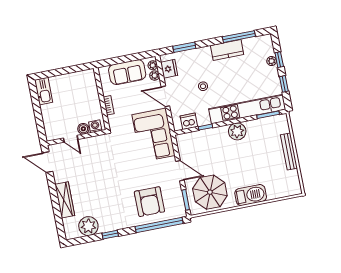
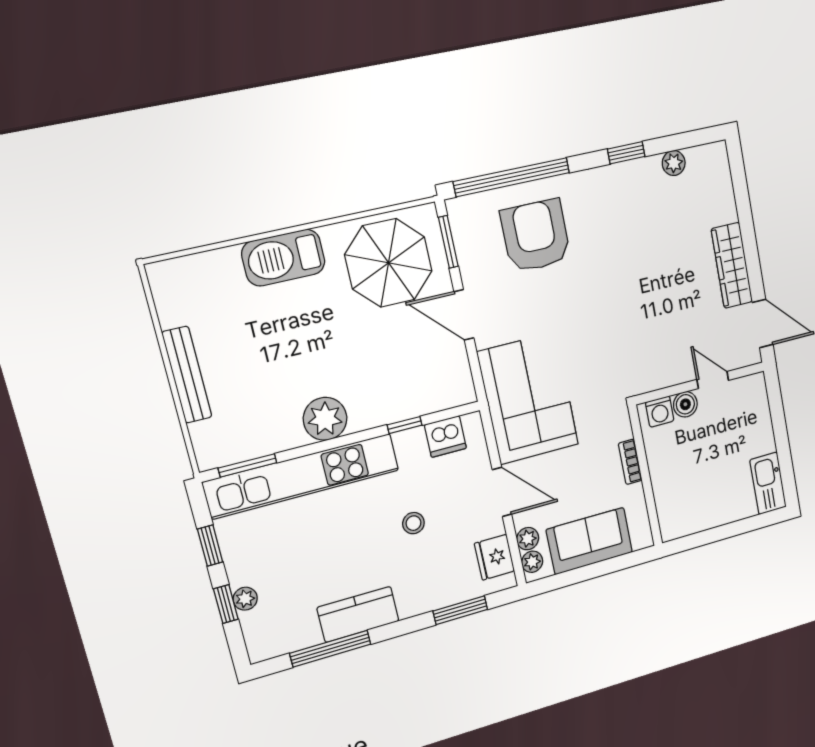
wardrobe: (65, 200) -> (732, 265), moved
plant: (88, 226) -> (674, 163), width x0.53, depth x0.53

